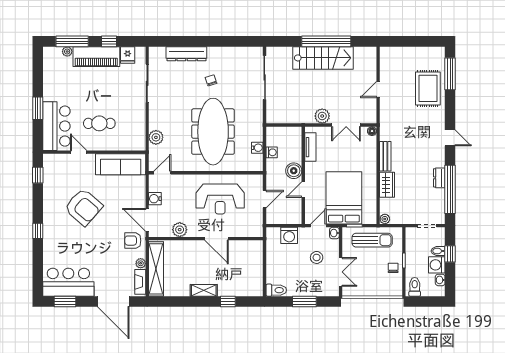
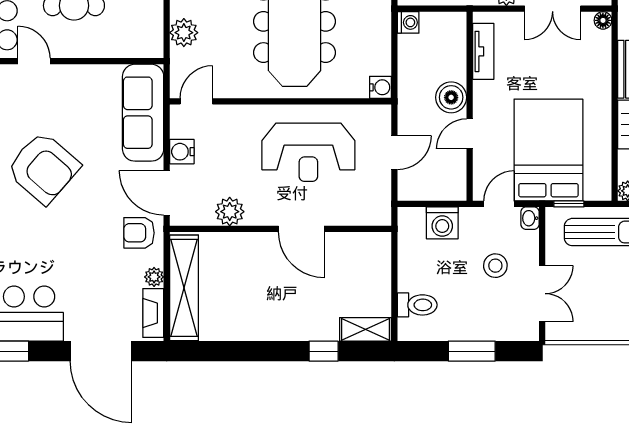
water cooler: (257, 148) -> (381, 87), moved
washing machine: (272, 152) -> (408, 22), moved
sofa: (121, 164) -> (143, 113), moved, turned 90
shelving: (204, 290) -> (365, 329), moved
toilet: (276, 290) -> (417, 305), moved

